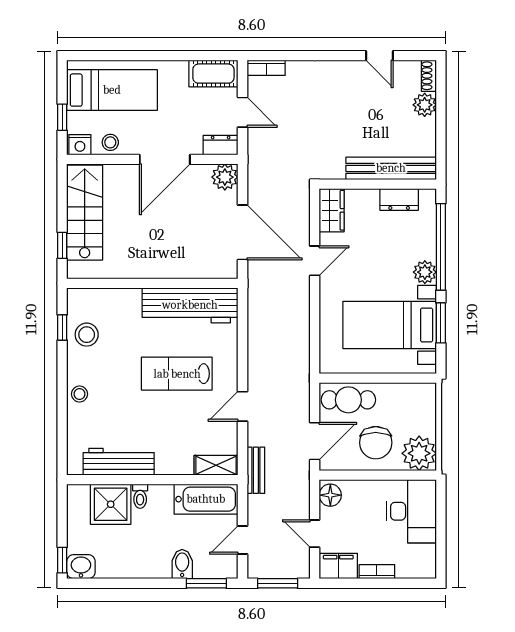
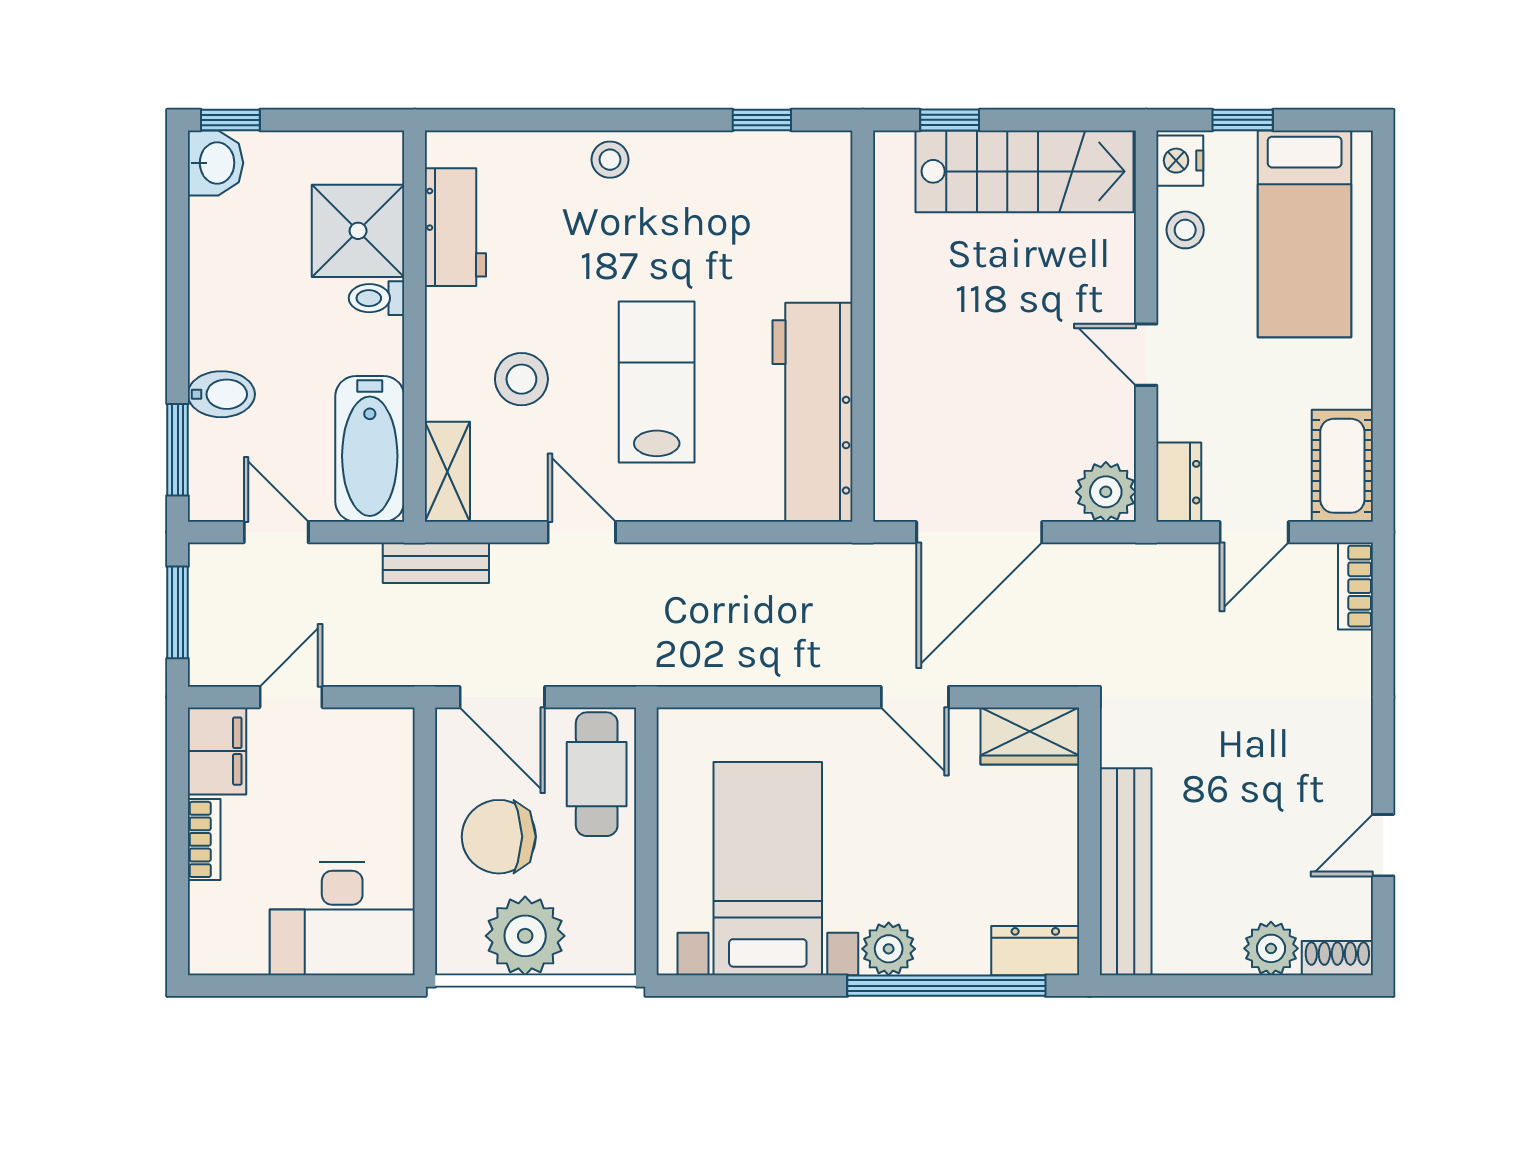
door: (165, 159) -> (1146, 355), width x0.53
dresser: (399, 200) -> (1035, 951), moved, turned 90
window: (441, 323) -> (772, 986), removed
stool: (87, 335) -> (521, 379), moved
plant: (419, 453) -> (525, 936), moved
workbench: (119, 462) -> (455, 227), width x0.73
floor lamp: (330, 495) -> (379, 733), removed

